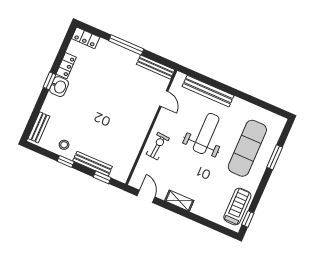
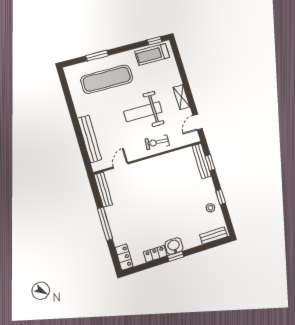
weight bench: (206, 134) -> (143, 112), moved
bench: (93, 164) -> (202, 161), moved

